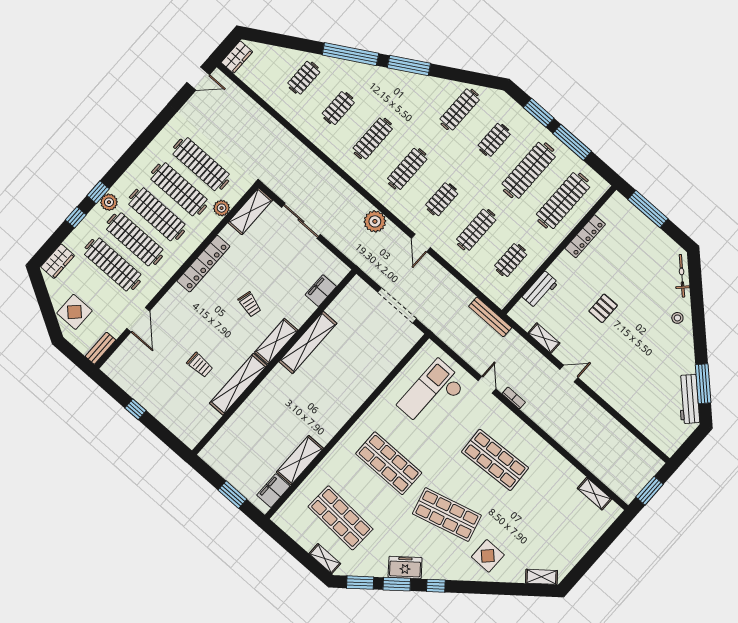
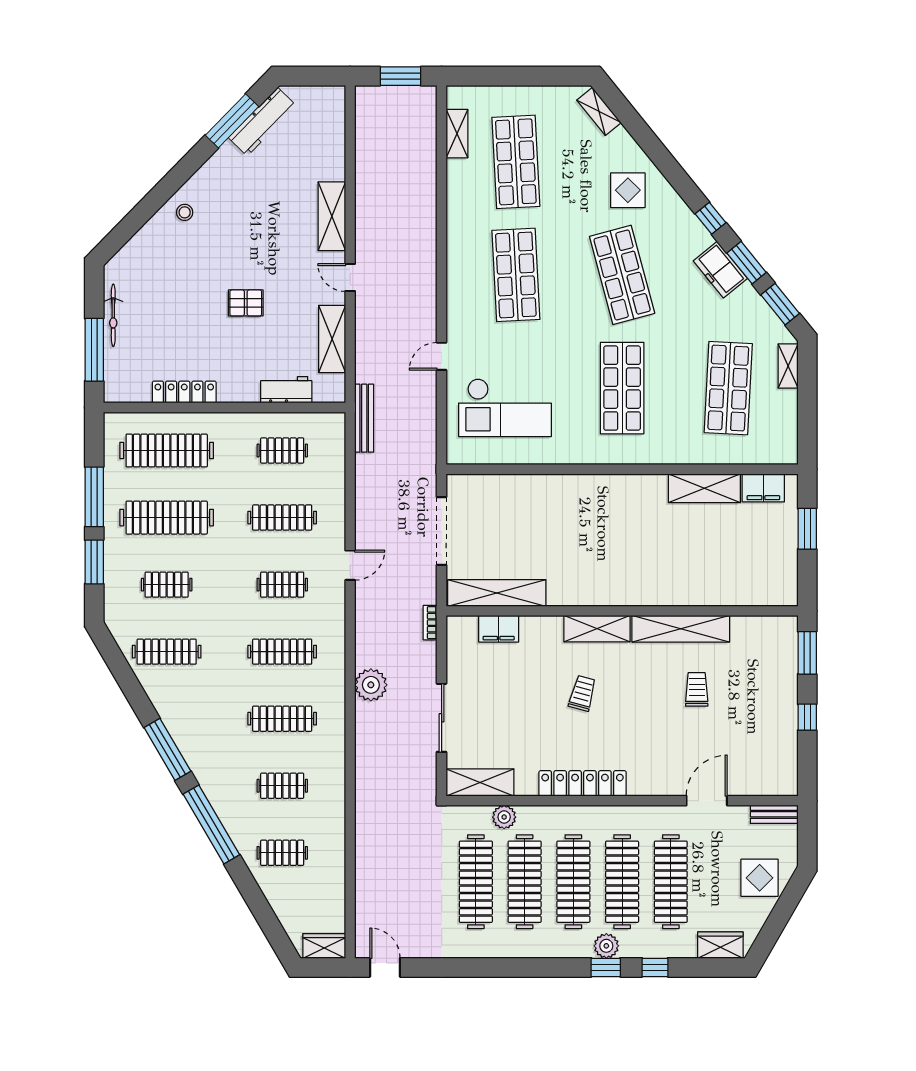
plant: (375, 221) -> (371, 685), moved
bicycle: (682, 276) -> (113, 315), moved, turned -44
shelving: (544, 338) -> (332, 339), width x1.50, depth x1.33
shelving: (308, 342) -> (497, 593), moved
shelving: (609, 392) -> (332, 216), added
bookcase: (514, 398) -> (430, 623), moved
window: (169, 438) -> (807, 653), added
shop shelf: (553, 511) -> (516, 162), added

